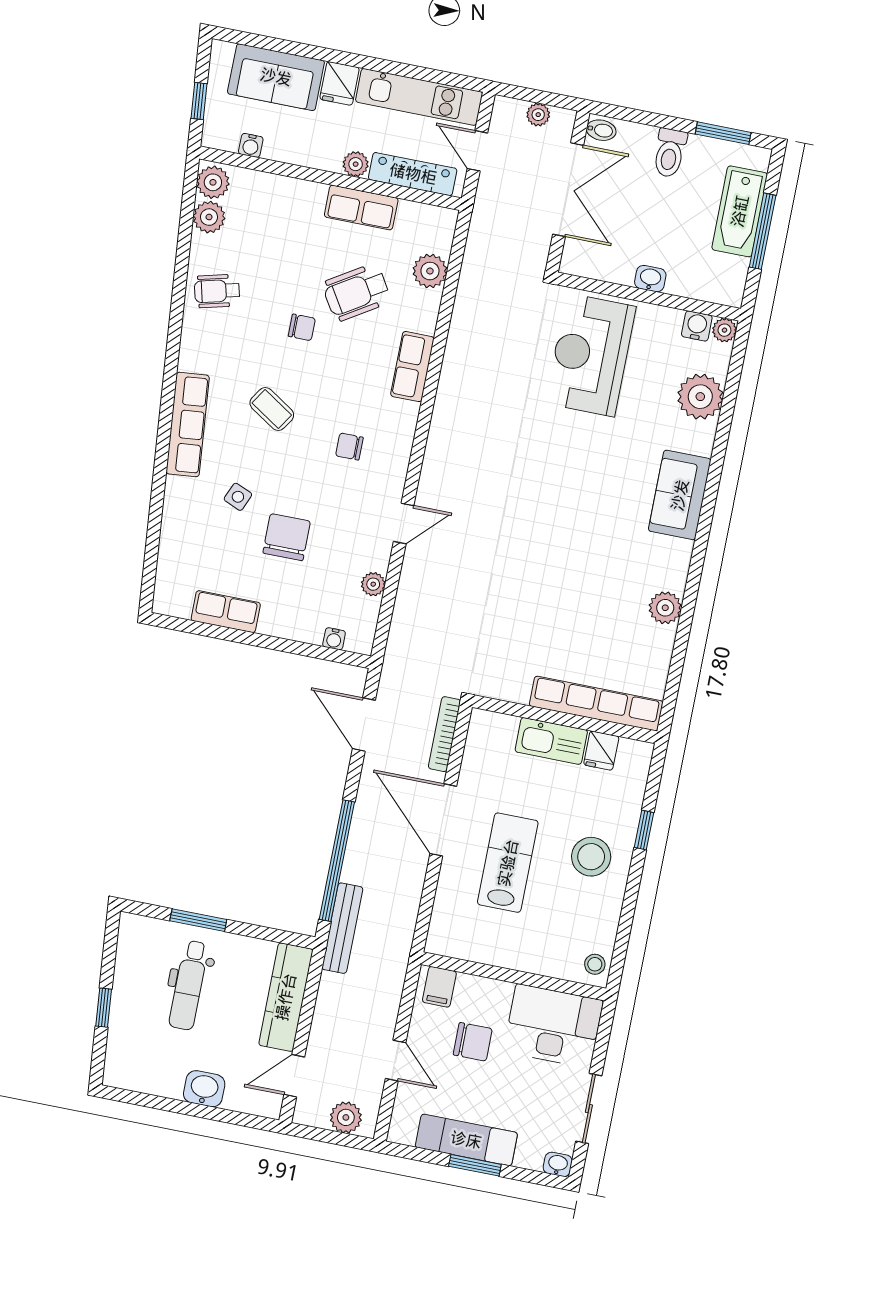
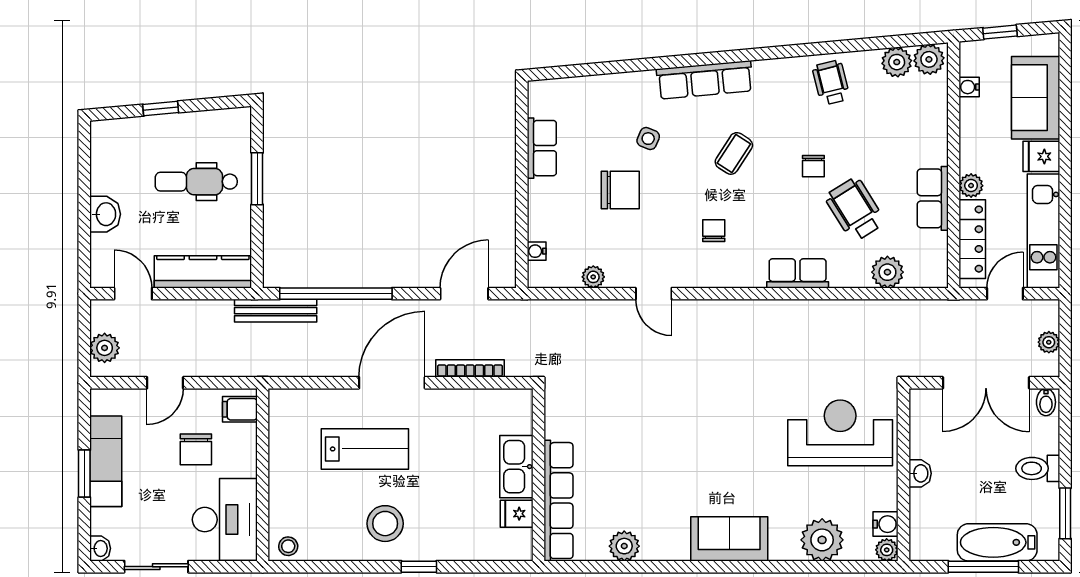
row of seats: (596, 704) -> (558, 501), moved
wall: (565, 719) -> (538, 475), moved
kitchen sink: (551, 741) -> (516, 467), moved
fridge: (601, 751) -> (517, 514), moved

